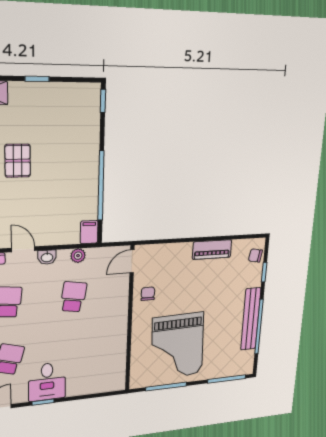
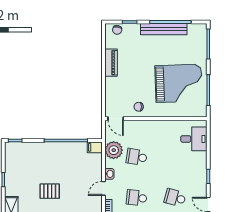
plant: (78, 256) -> (114, 150), width x1.88, depth x1.88
desk: (47, 382) -> (194, 139), moved

